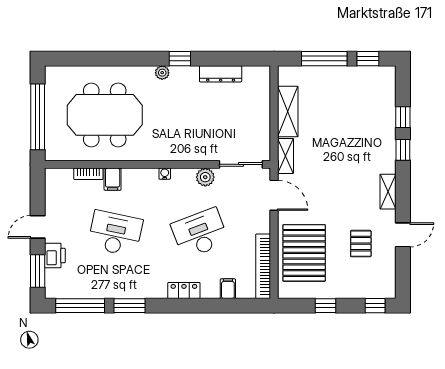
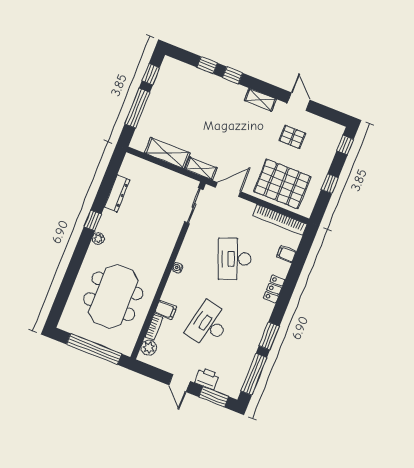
plant: (205, 177) -> (149, 348), moved

